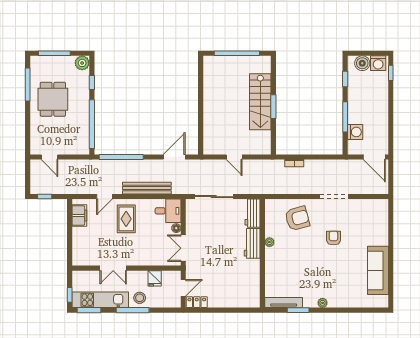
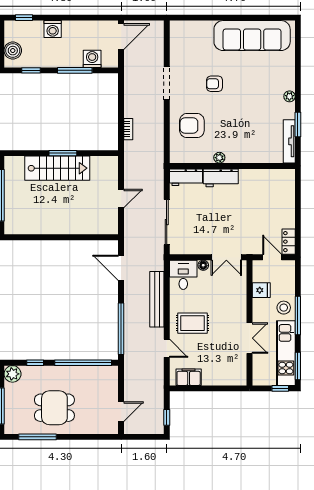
washing machine: (378, 63) -> (53, 29), moved, turned 90
armchair: (297, 218) -> (192, 126), turned -75
sofa: (378, 270) -> (252, 36), width x1.36, depth x1.27

